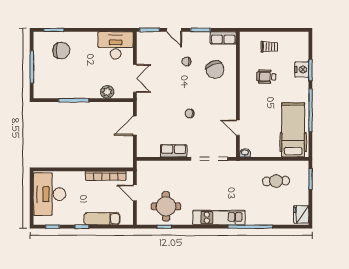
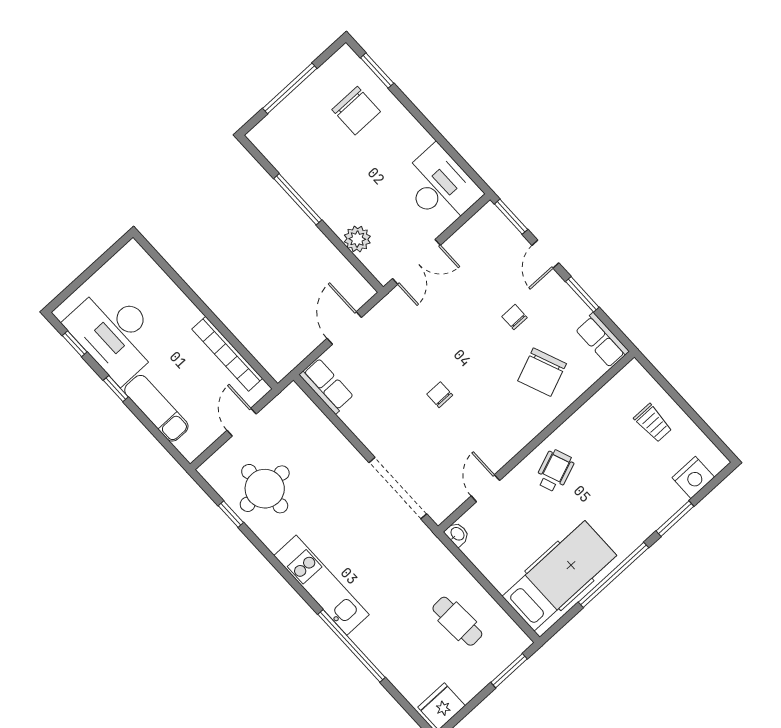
nightstand: (302, 70) -> (693, 477), moved
wheelchair: (266, 77) -> (555, 471), moved, turned 67
door: (135, 126) -> (344, 328), hinge flipped
row of seats: (174, 151) -> (327, 386), moved
desk: (49, 194) -> (115, 333), moved, turned -90

